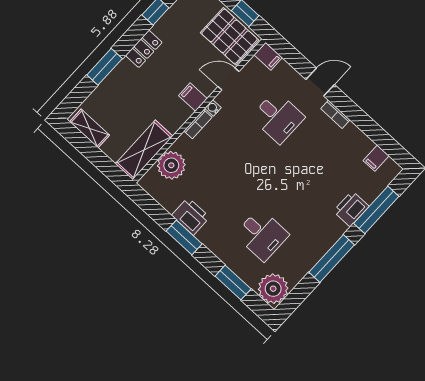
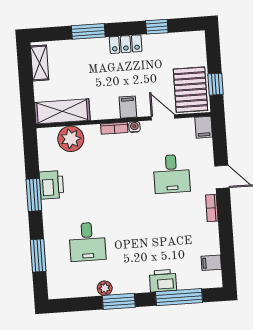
window: (332, 258) -> (119, 301), width x0.69
plant: (273, 289) -> (105, 288), moved, width x0.53, depth x0.53

